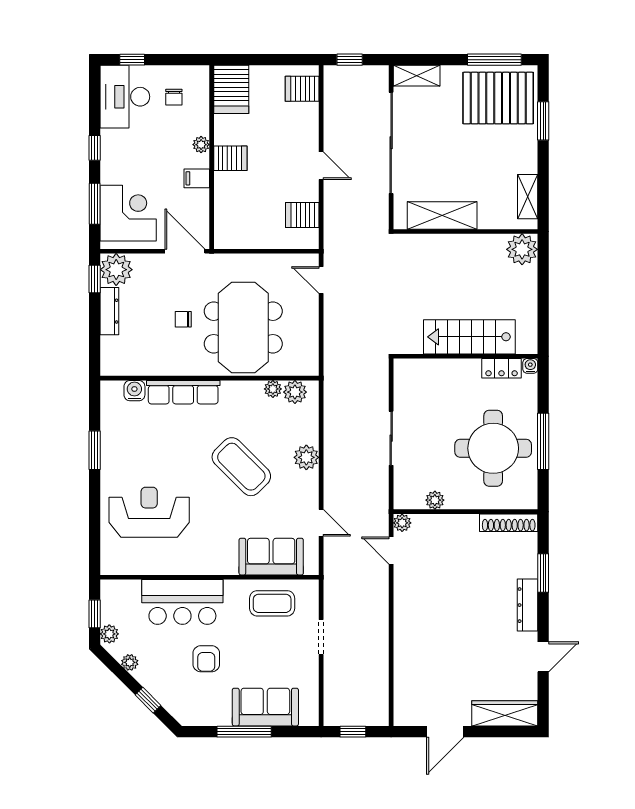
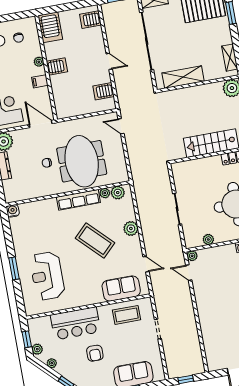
water cooler: (134, 391) -> (13, 211), moved
row of seats: (183, 392) -> (78, 200), moved
window: (95, 450) -> (14, 268), moved
reception desk: (149, 512) -> (47, 276), turned -90

